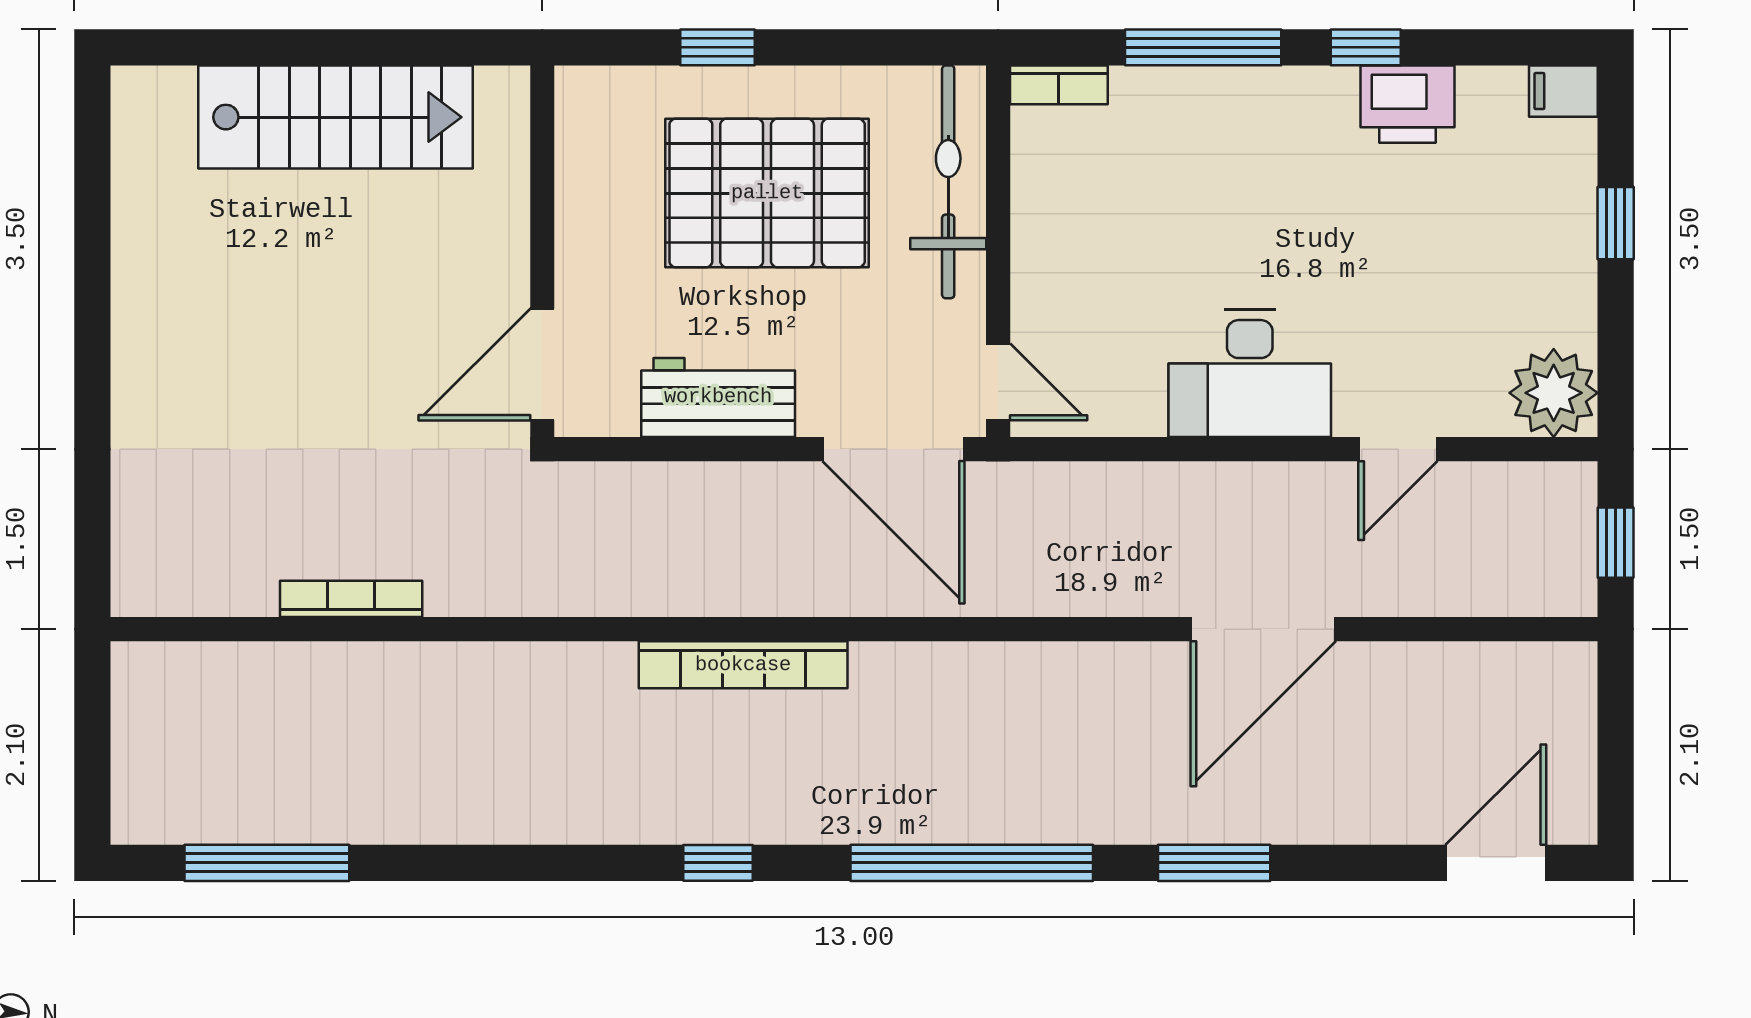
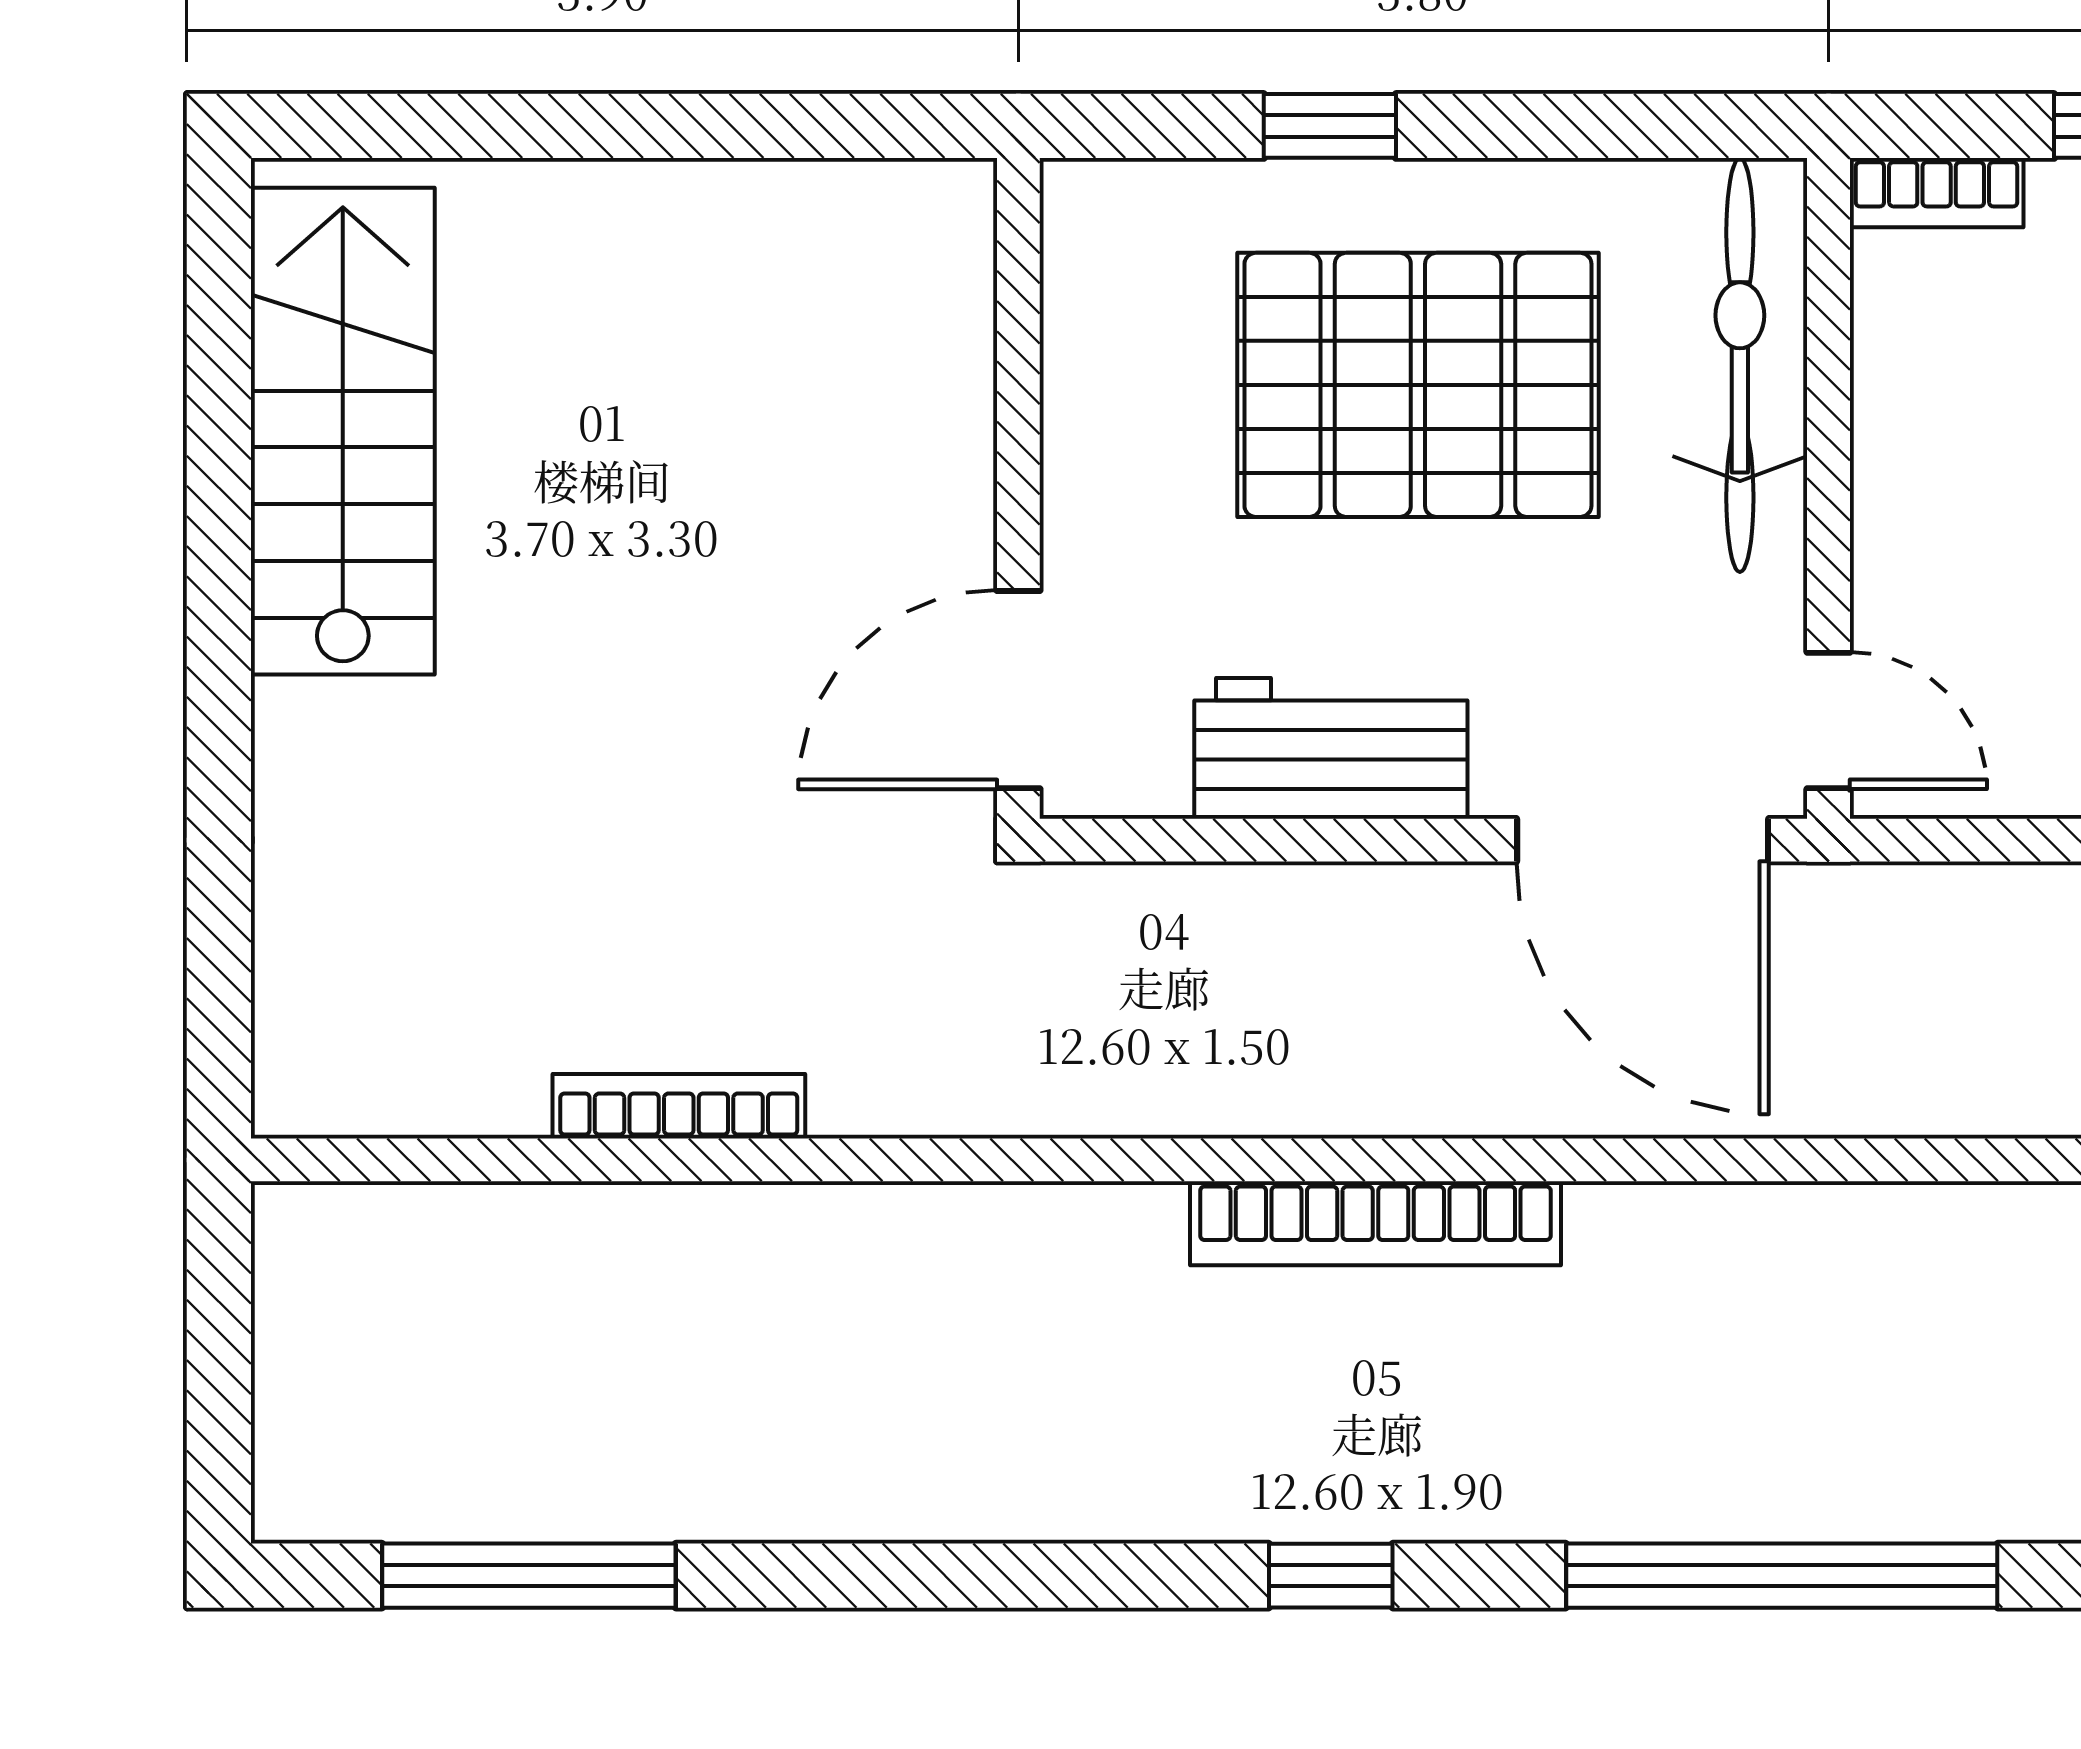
stairs: (335, 117) -> (343, 431), moved, turned -90

